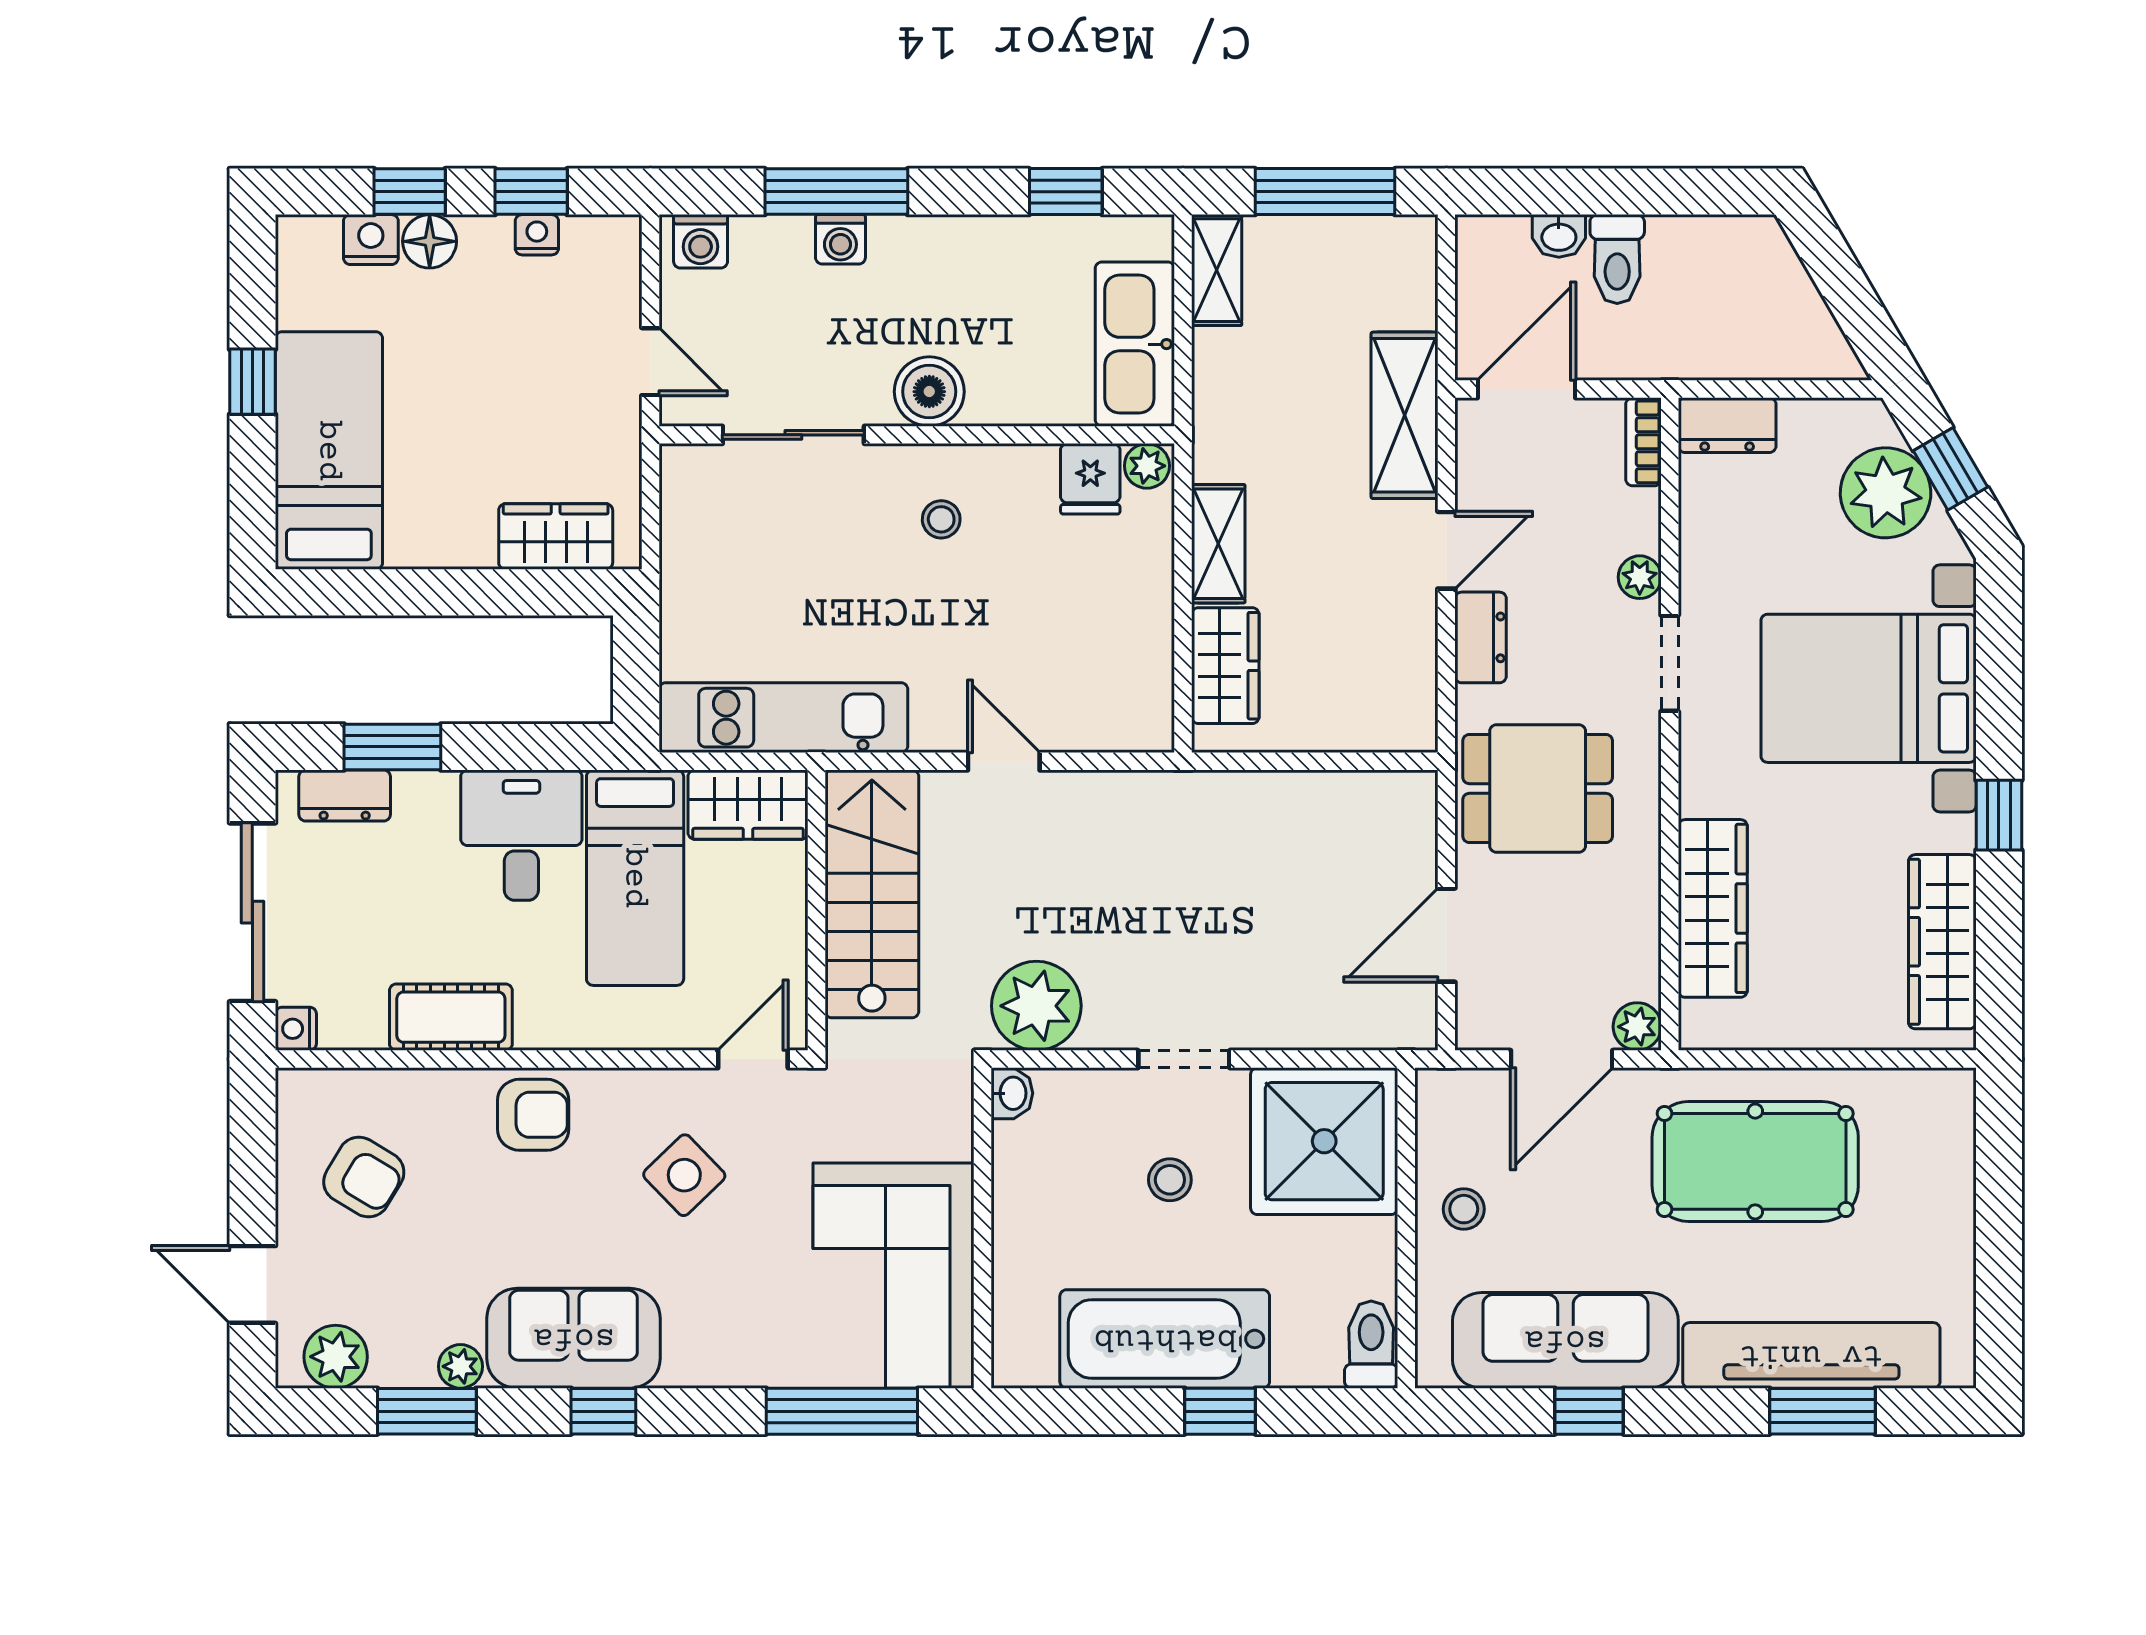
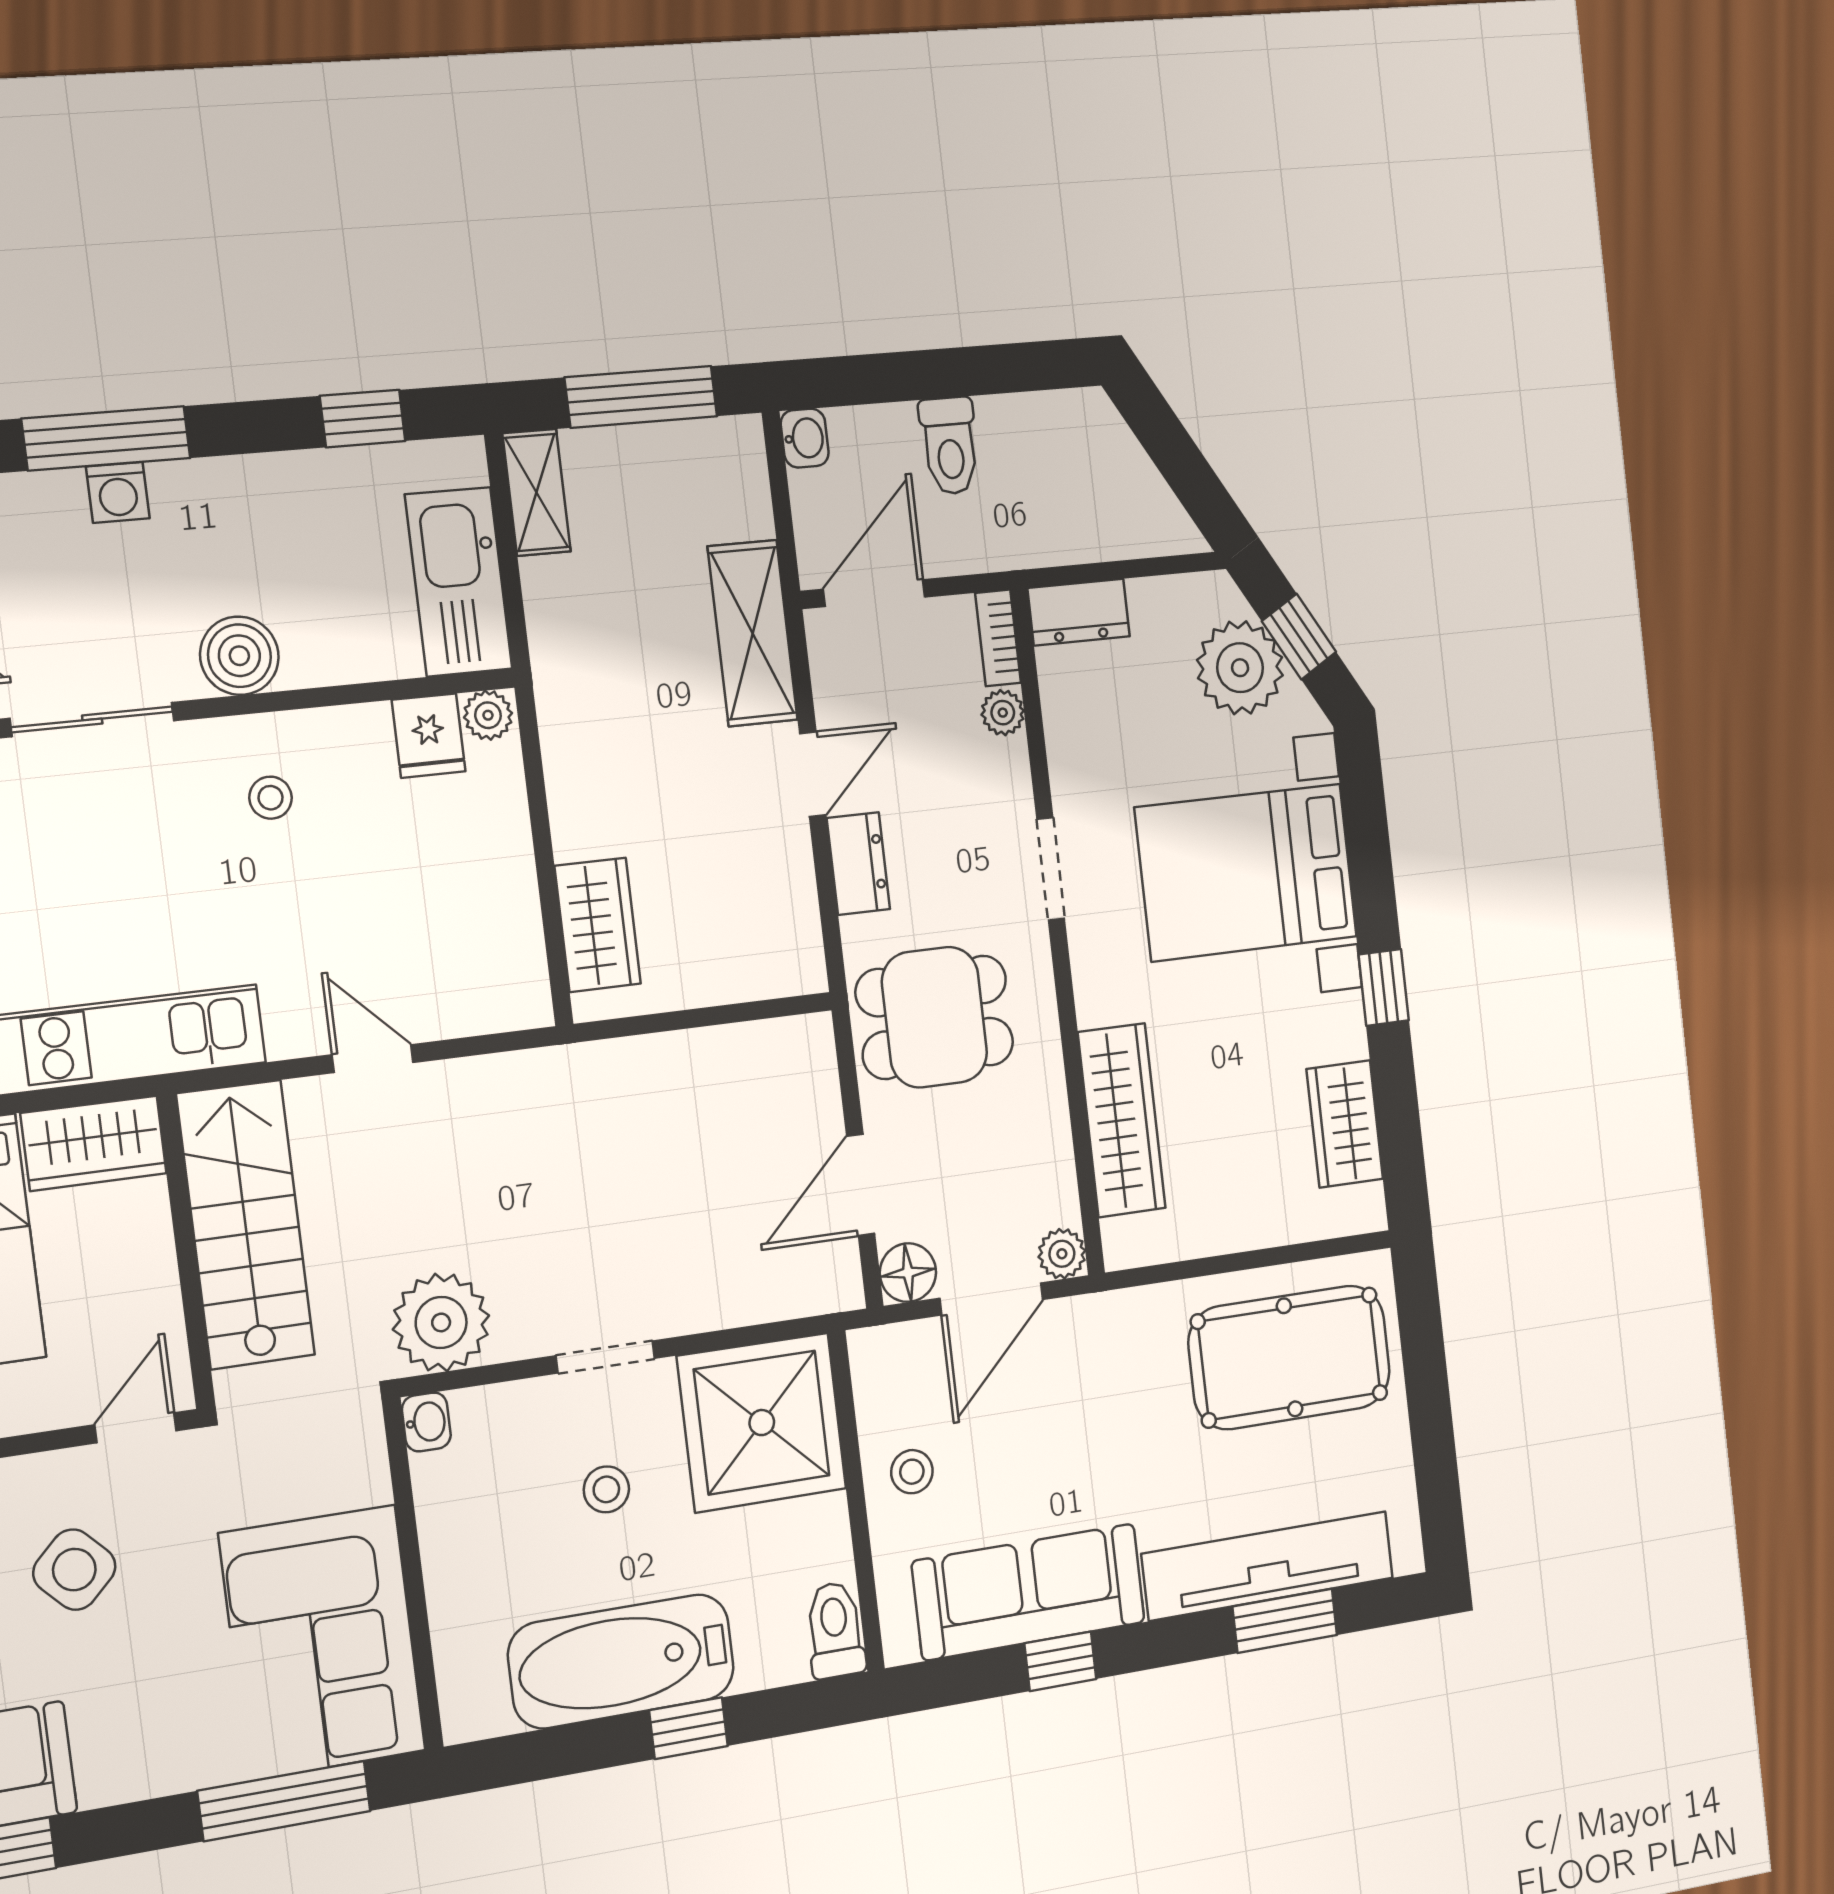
washbasin: (1559, 236) -> (805, 438), moved, turned -90
shelving: (1218, 544) -> (574, 793), removed
plant: (1640, 577) -> (1003, 713), moved
wardrobe: (1942, 942) -> (1345, 1124), width x0.67
floor lamp: (1483, 1023) -> (908, 1273), added
pool table: (1755, 1161) -> (1290, 1357), moved

